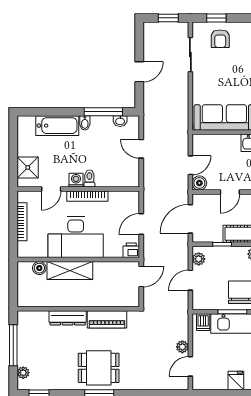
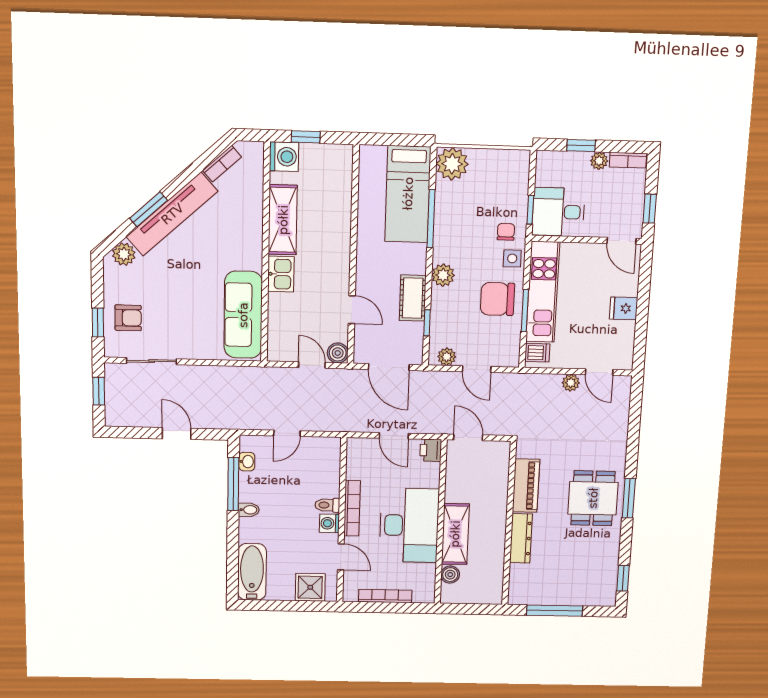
bathtub: (57, 126) -> (252, 572), moved
plant: (23, 373) -> (593, 598), removed

